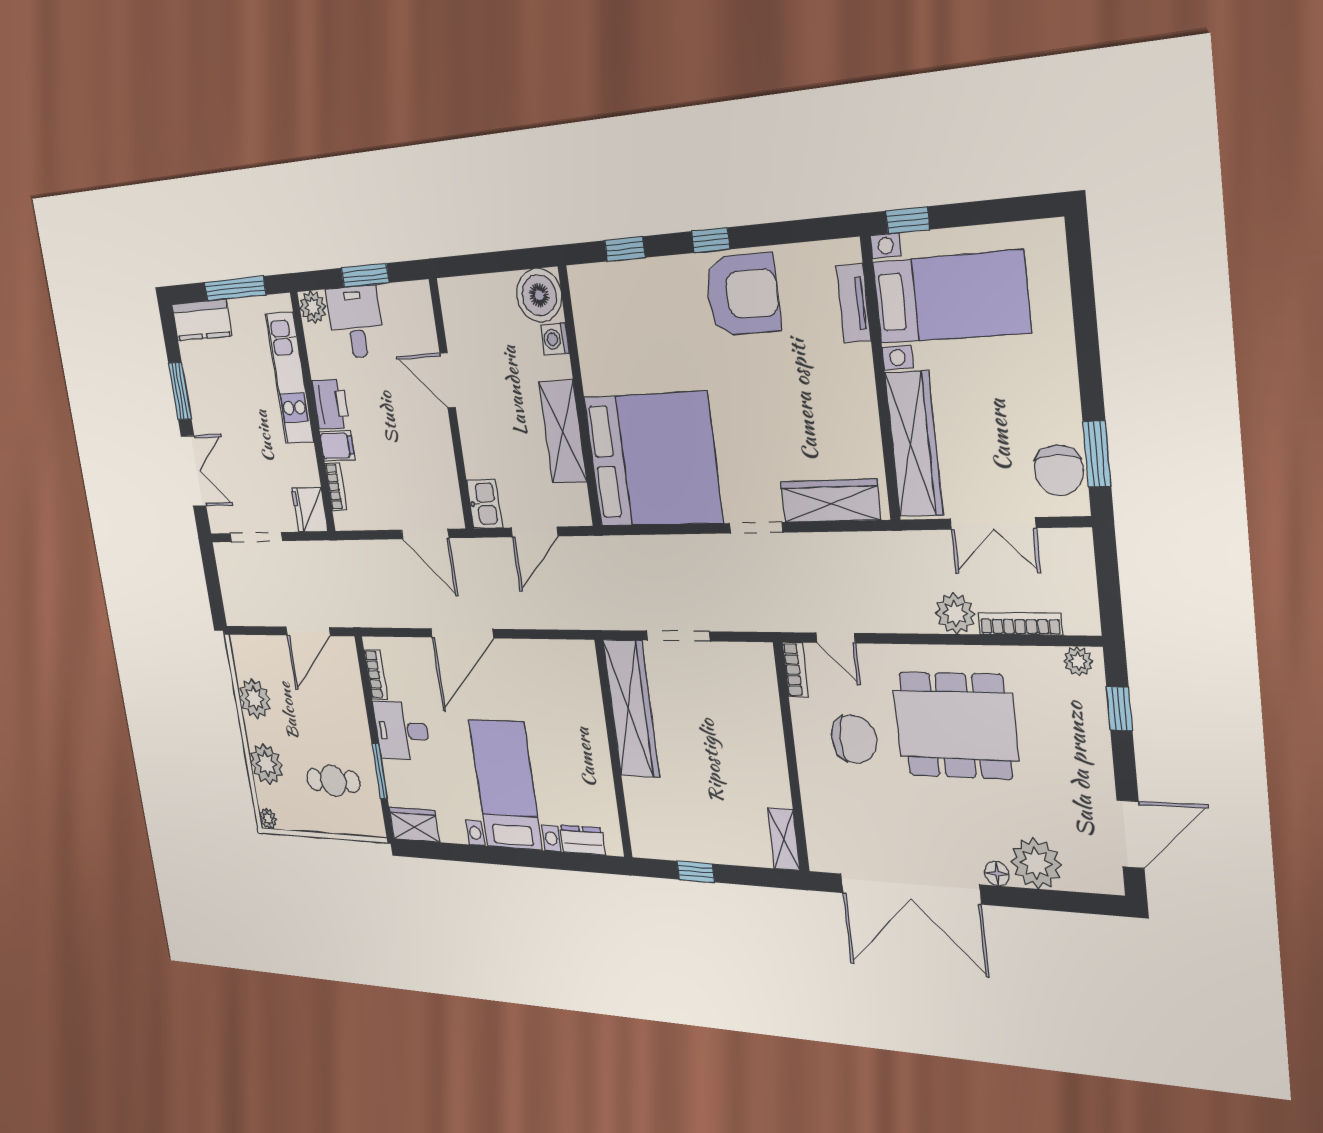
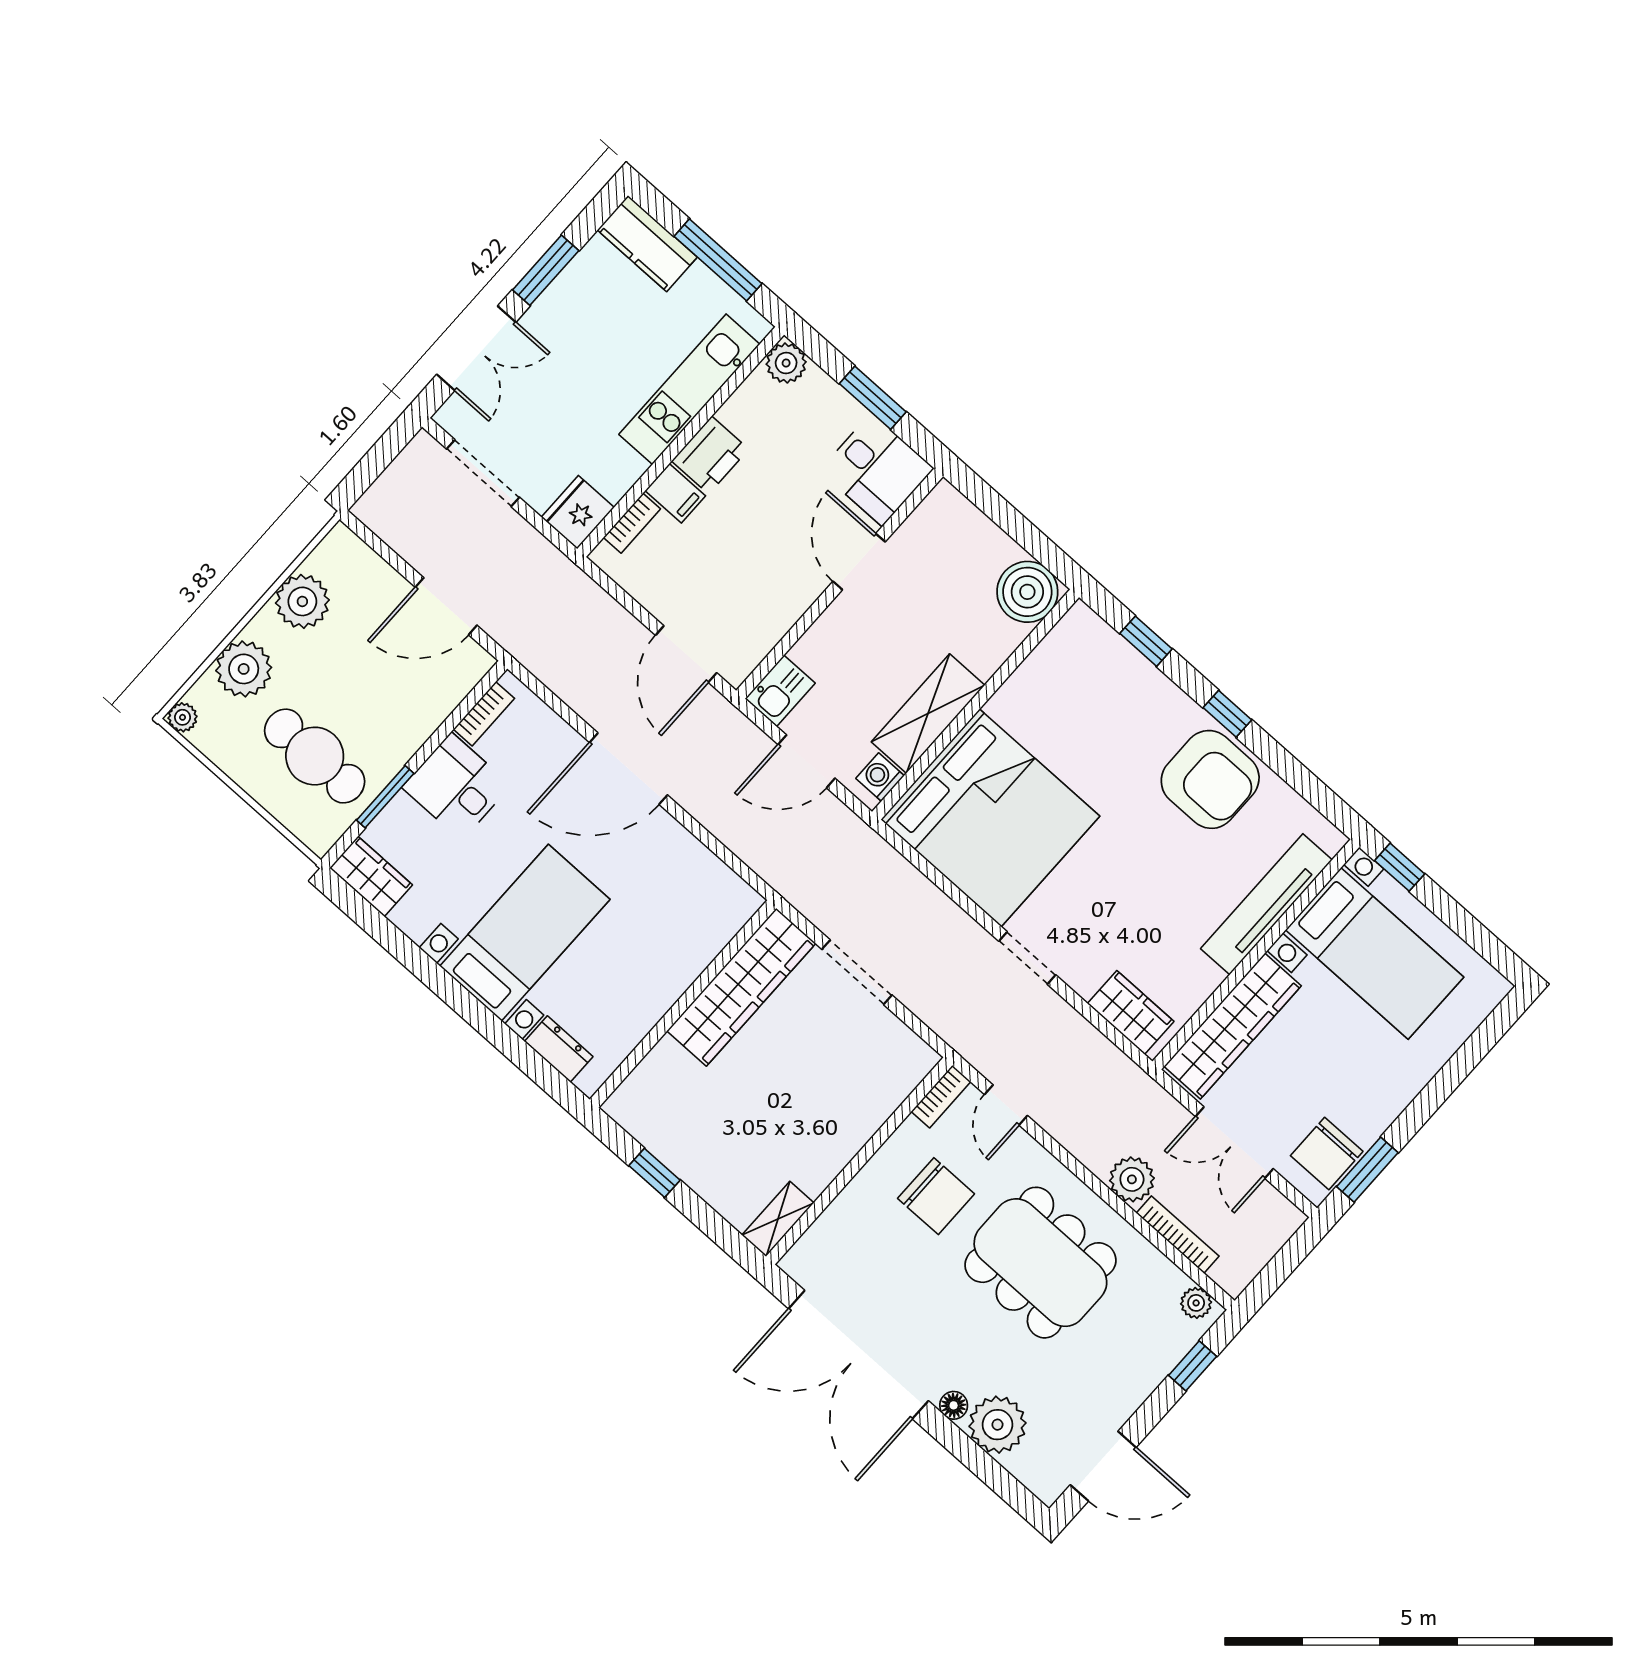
tv unit: (853, 303) -> (1266, 904), width x1.92, depth x1.29
desk: (356, 322) -> (877, 469), moved, turned 90
washing machine: (555, 339) -> (880, 777), moved
wardrobe: (830, 501) -> (1131, 1013), width x0.67
cafe table: (333, 781) -> (315, 756), width x1.37, depth x1.35

